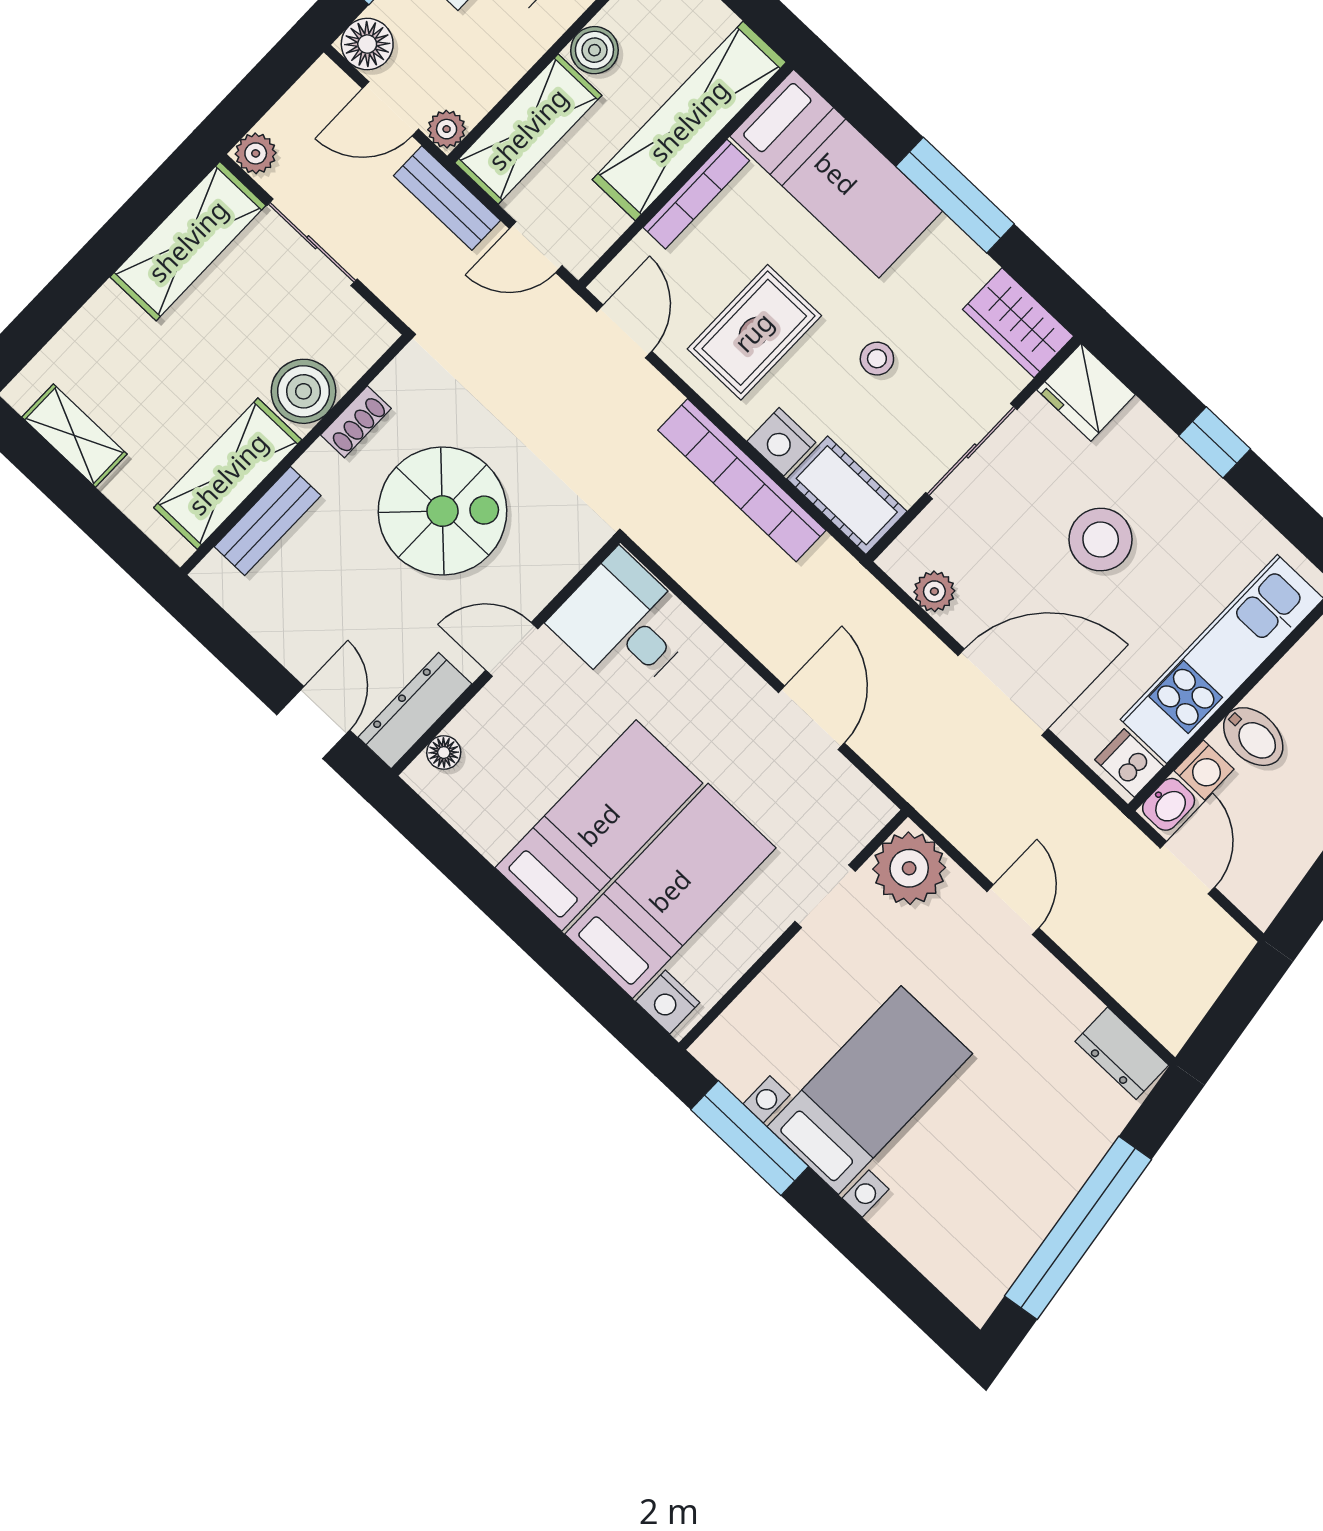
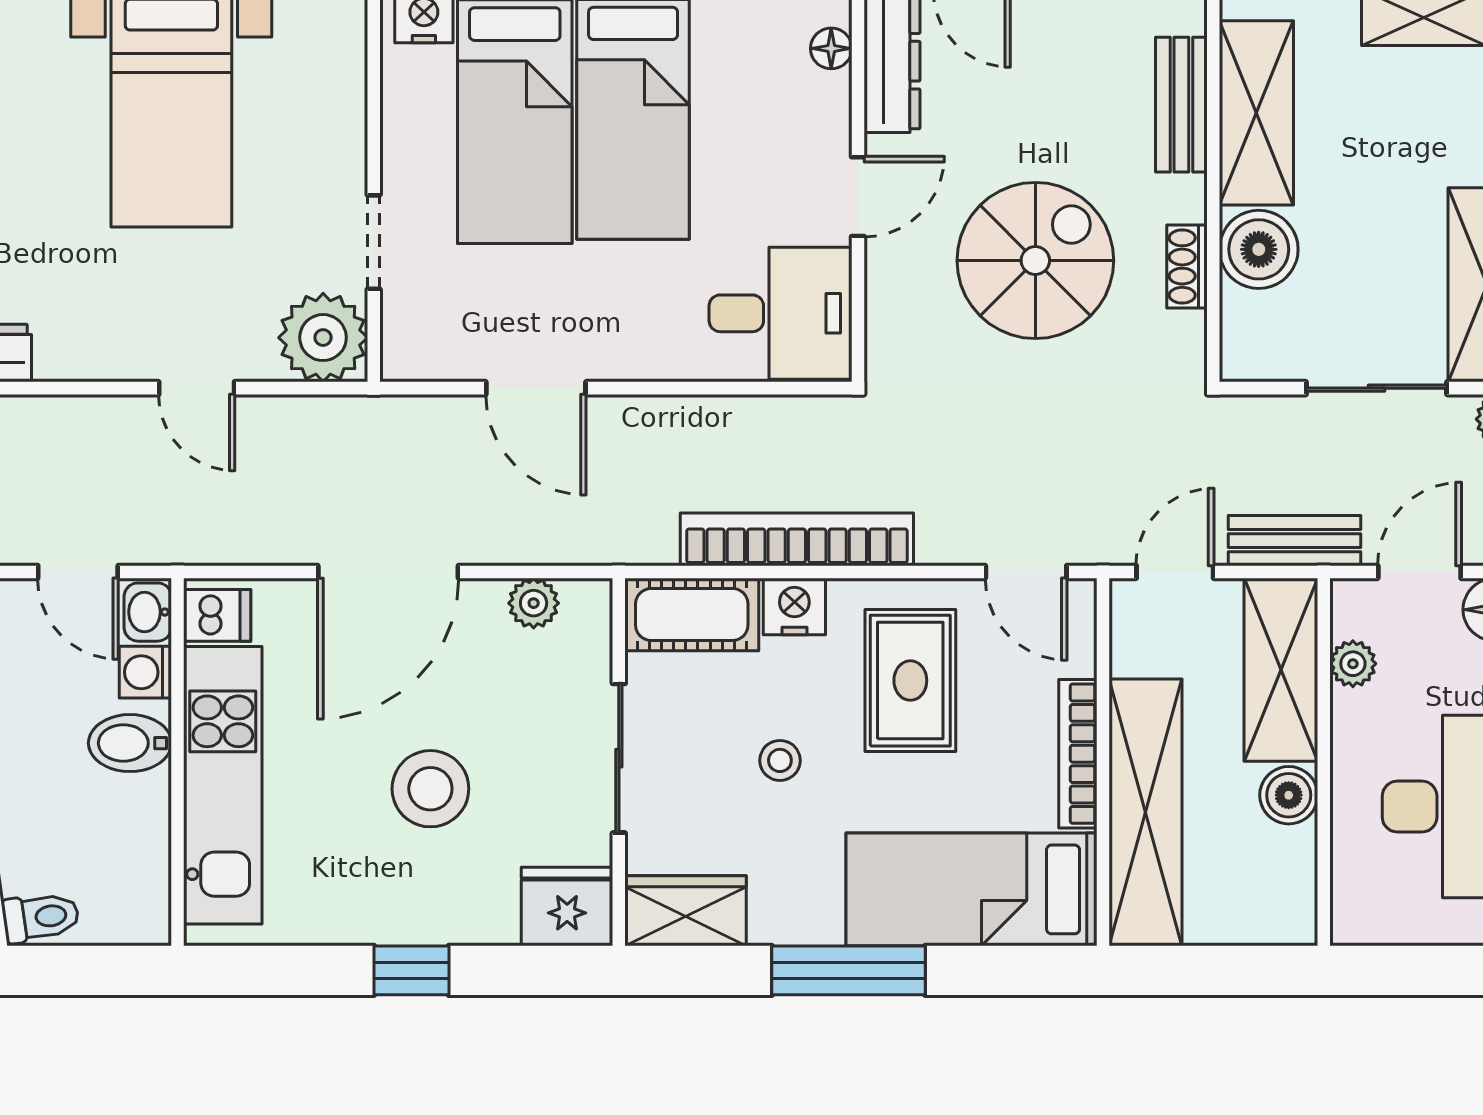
plant: (447, 129) -> (1353, 664), moved
spiral stairs: (442, 511) -> (1035, 261), turned 180

